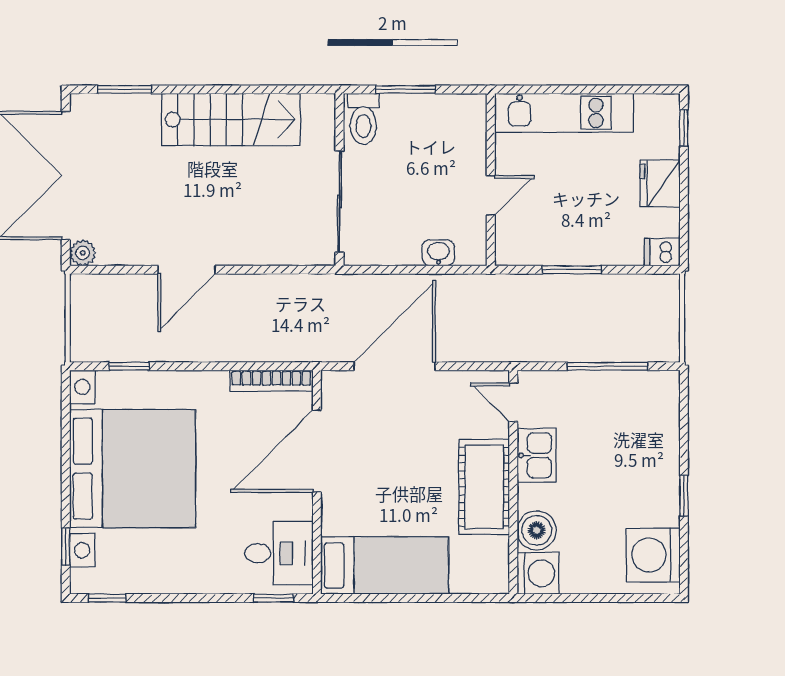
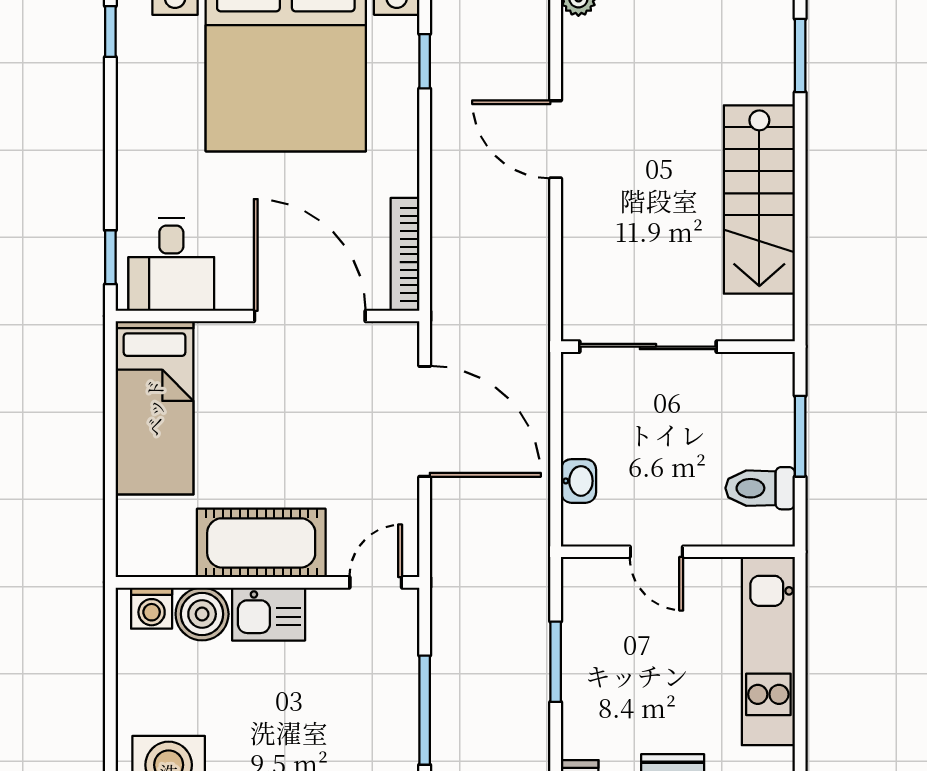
toilet: (363, 119) -> (760, 488), moved
kitchen sink: (537, 455) -> (269, 614), moved
washing machine: (538, 573) -> (152, 608), width x0.73, depth x0.73

